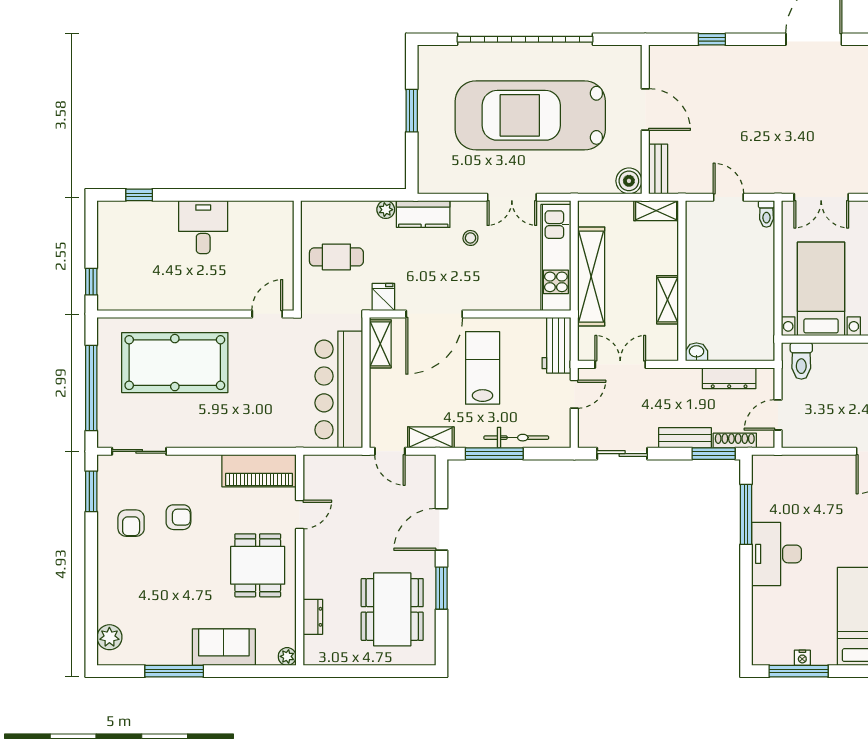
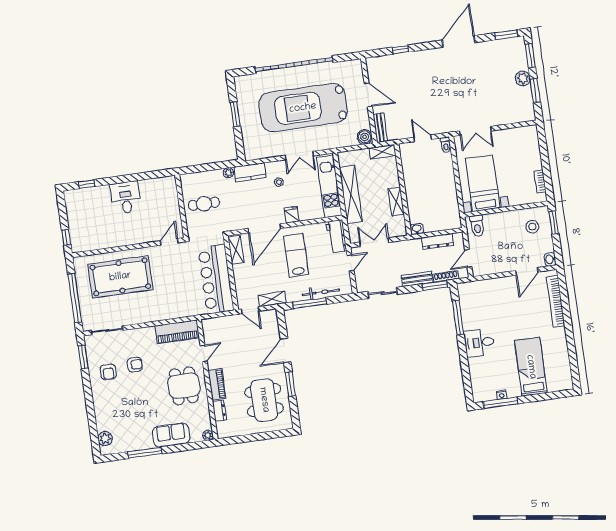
fridge: (383, 297) -> (292, 215), moved
desk: (777, 554) -> (479, 343), width x0.73
piano: (315, 571) -> (217, 384), added

